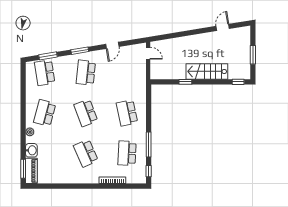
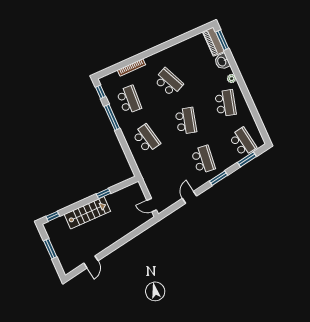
school desk: (86, 113) -> (186, 121), turned 36

